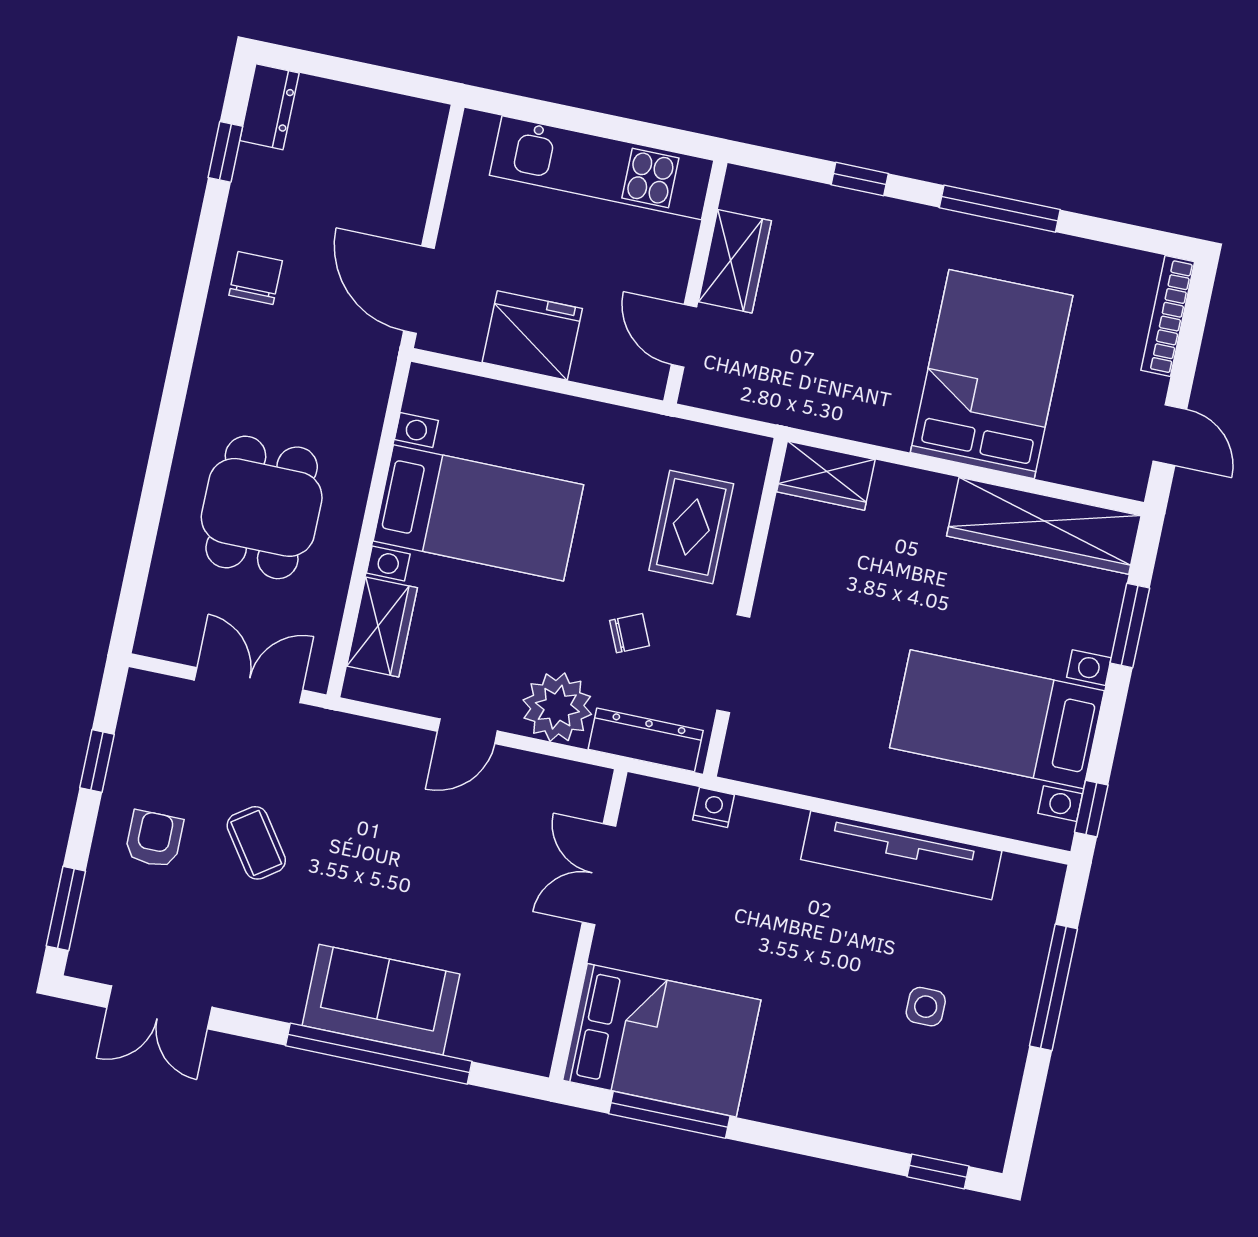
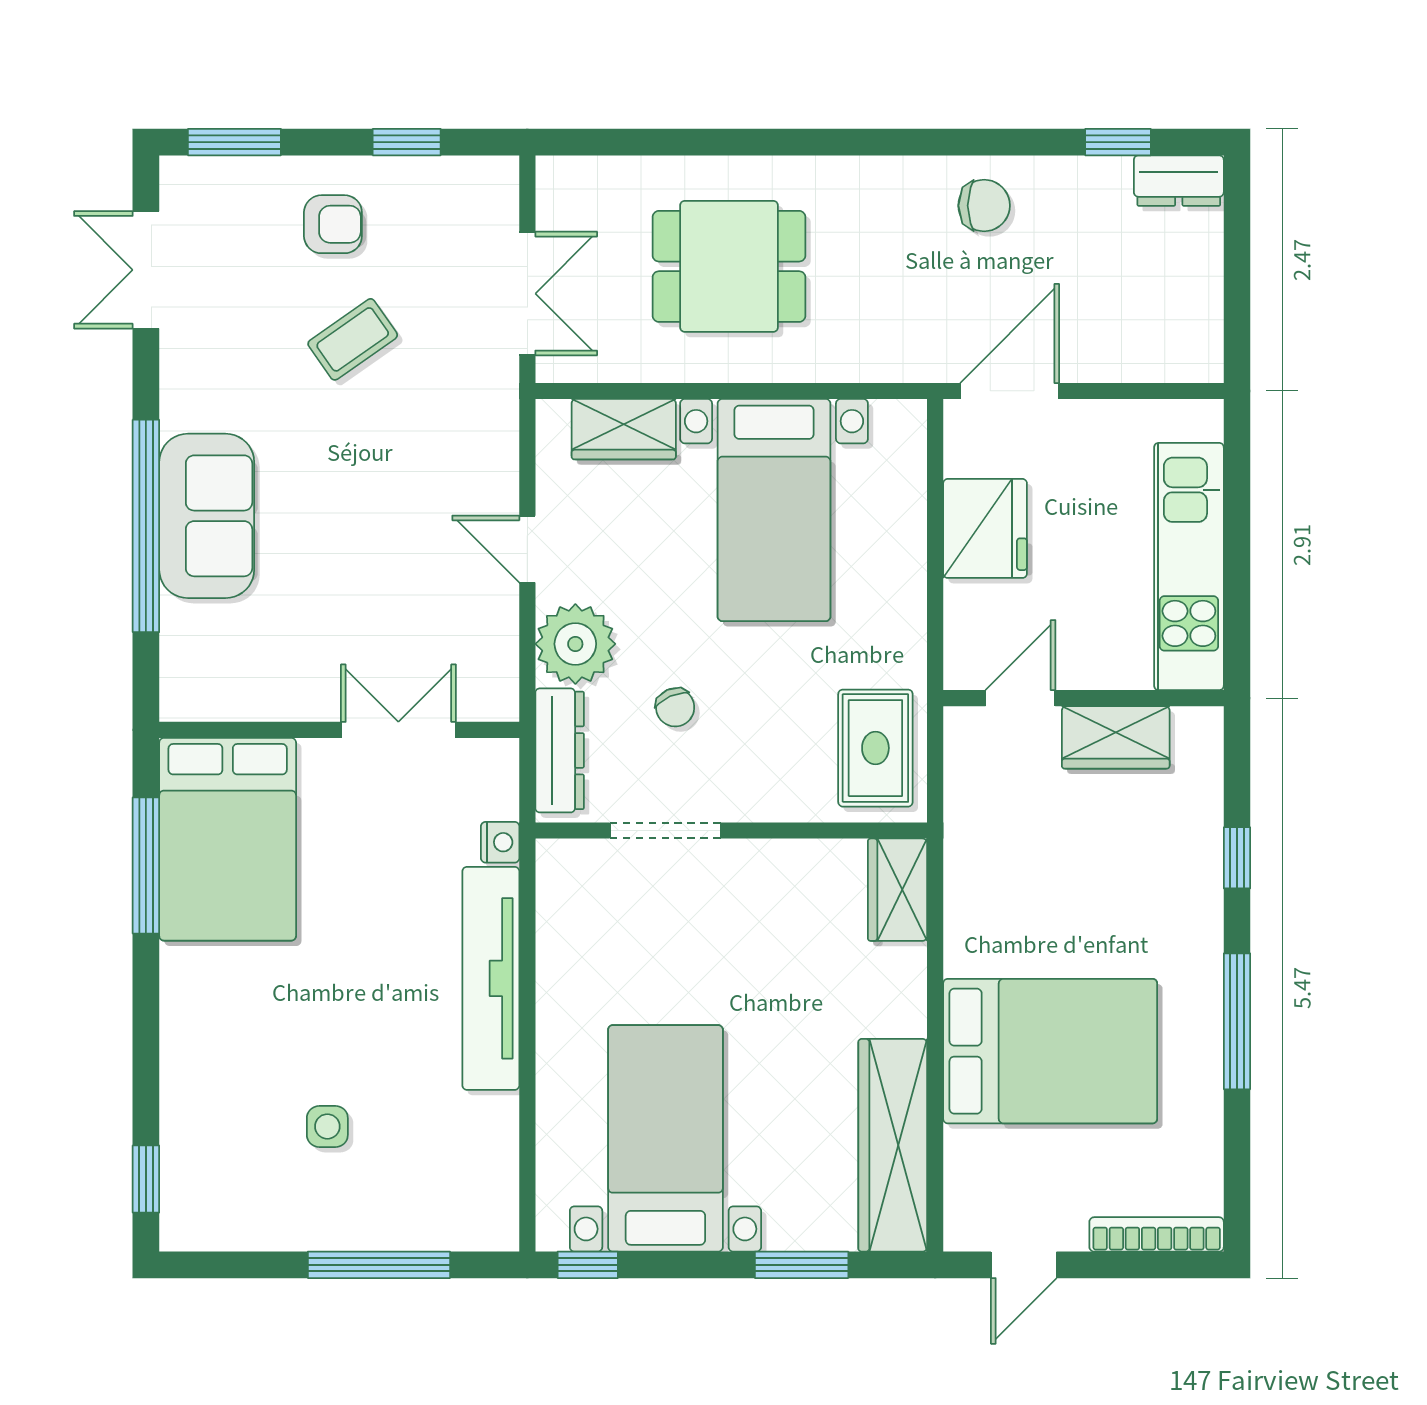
rug: (691, 527) -> (875, 748), moved, turned 90
tv unit: (901, 855) -> (491, 978), moved

